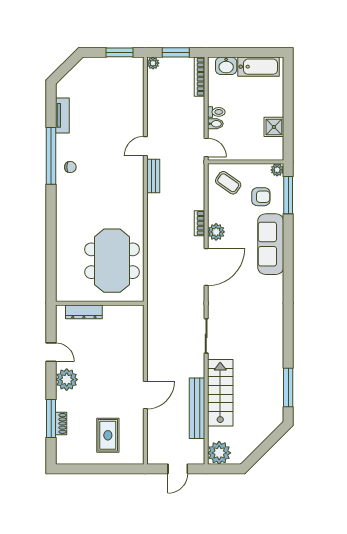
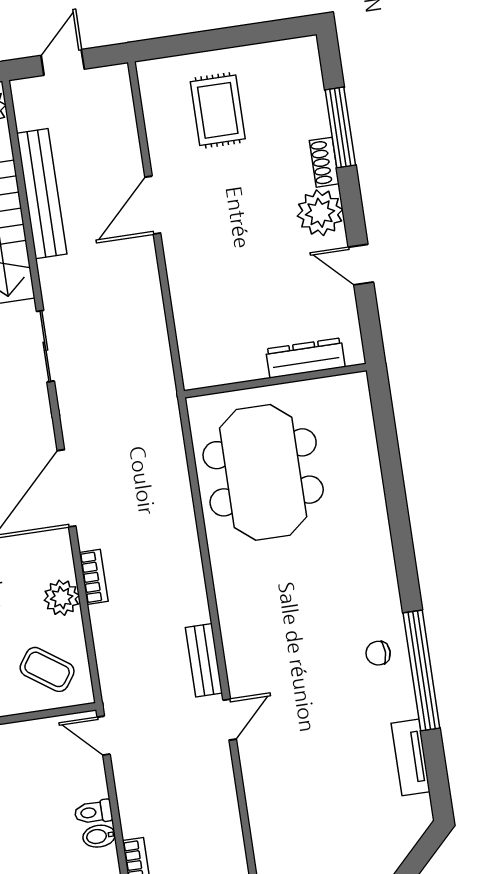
bidet: (215, 124) -> (99, 836), moved
plant: (216, 232) -> (62, 598), moved
shoe rack: (61, 423) -> (324, 162), moved

